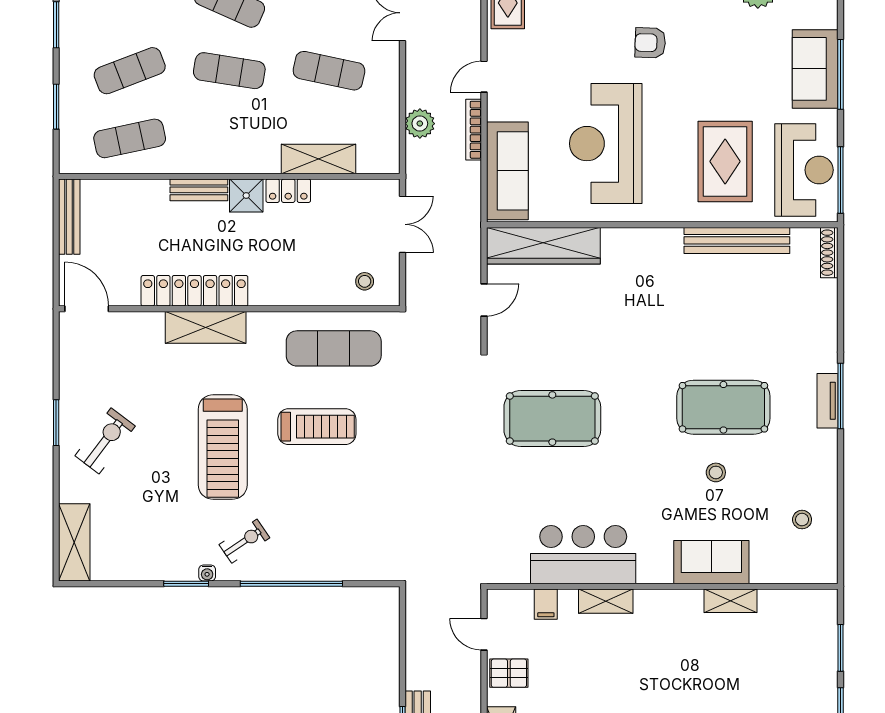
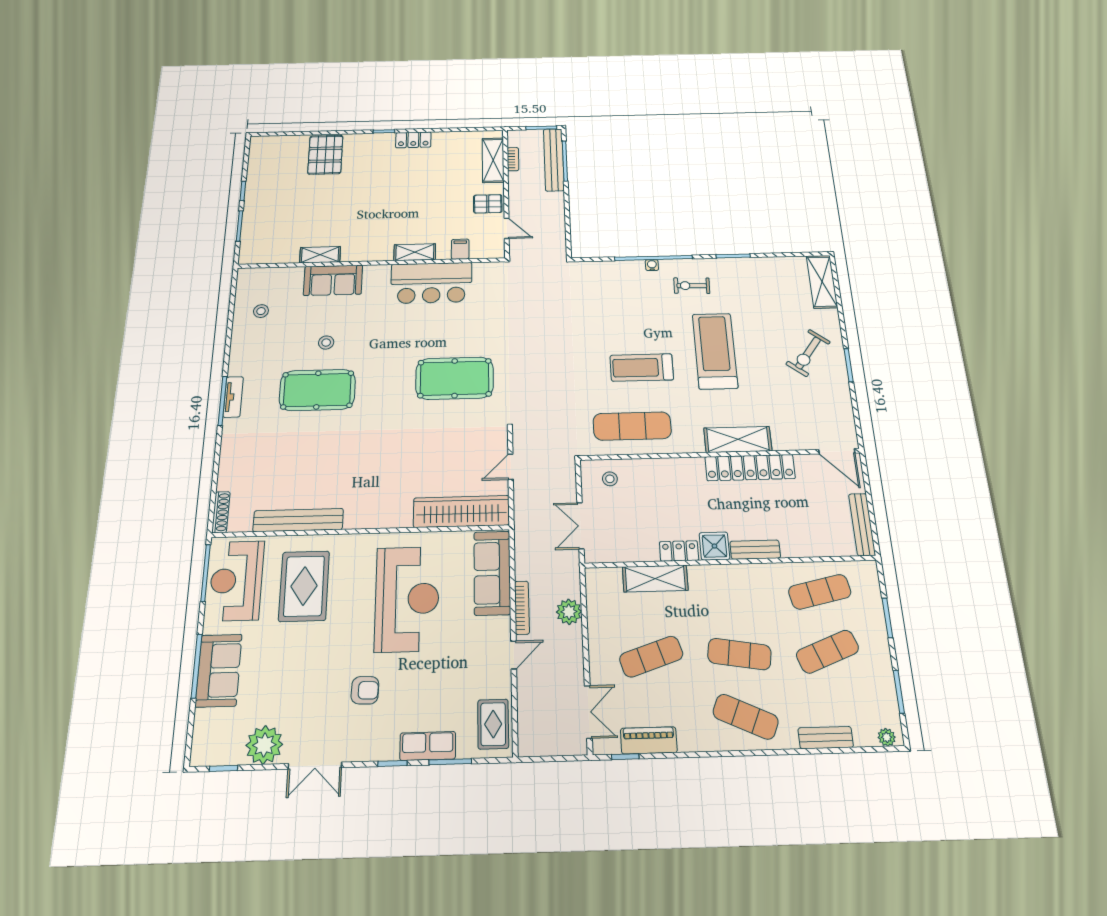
exercise mat: (329, 71) -> (651, 657), turned -30
exercise bike: (244, 541) -> (692, 286), turned 36
water cooler: (207, 573) -> (652, 265), moved

